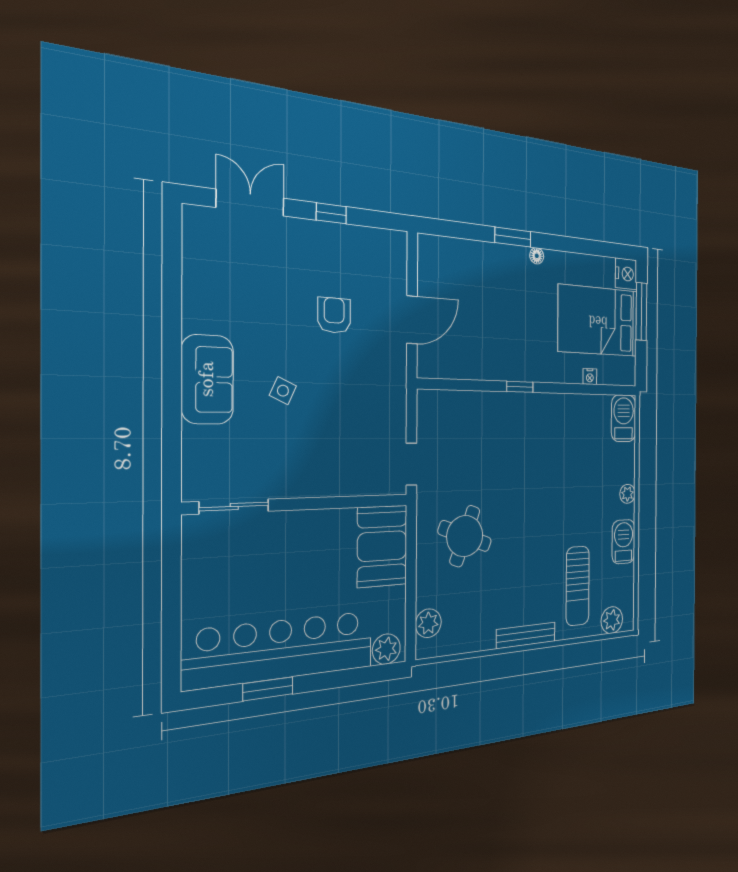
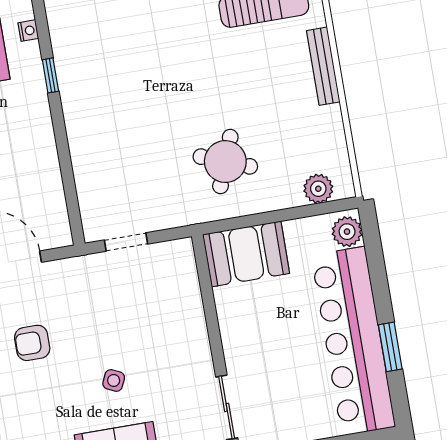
window: (520, 387) -> (50, 75), moved
doorway: (411, 464) -> (126, 242), moved

